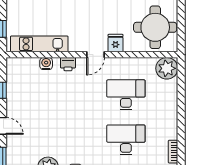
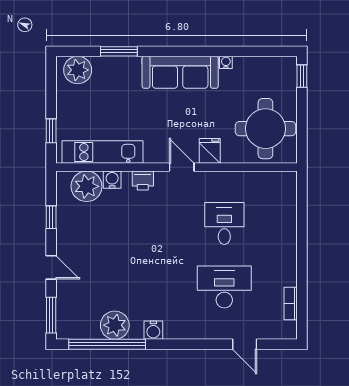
door: (96, 55) -> (182, 167), swing flipped
plant: (167, 68) -> (87, 186), moved
desk: (126, 95) -> (224, 223), width x0.73

